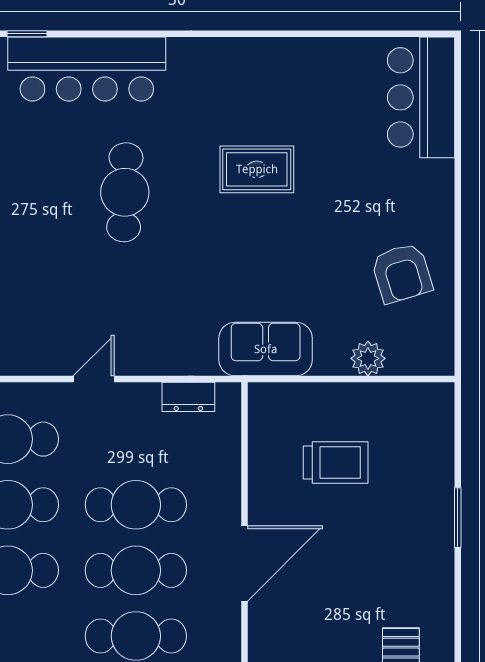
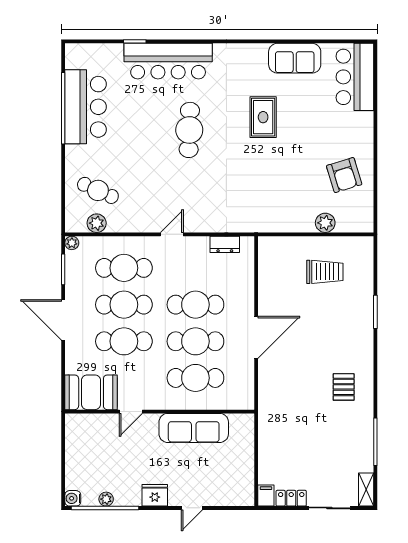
rug: (257, 169) -> (263, 117), turned 90
sofa: (266, 349) -> (295, 58), moved, turned 180
trolley: (336, 462) -> (325, 272), moved

